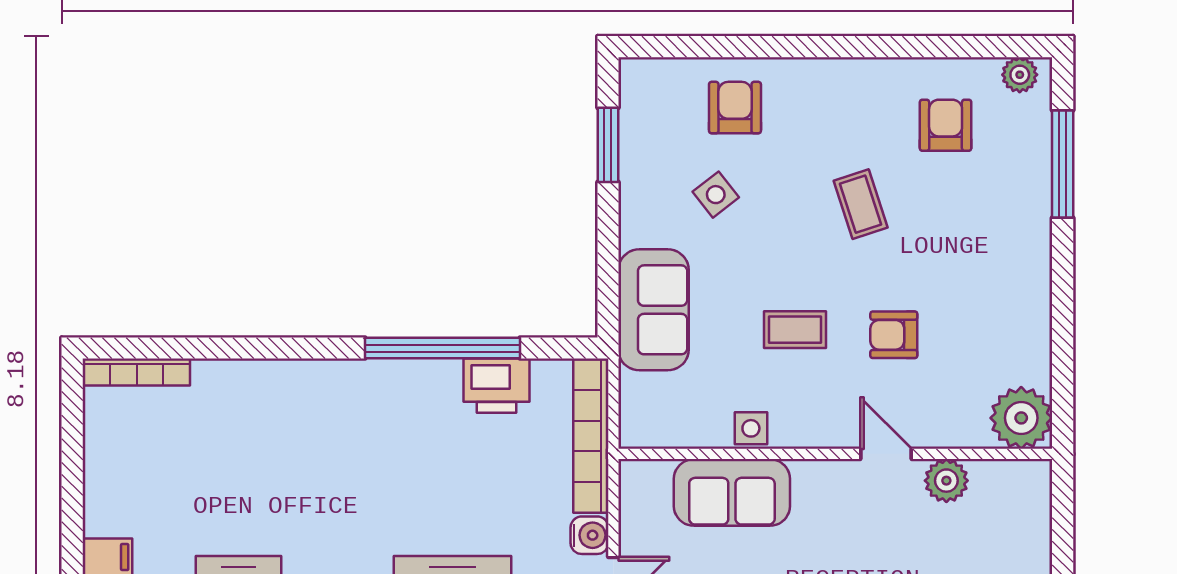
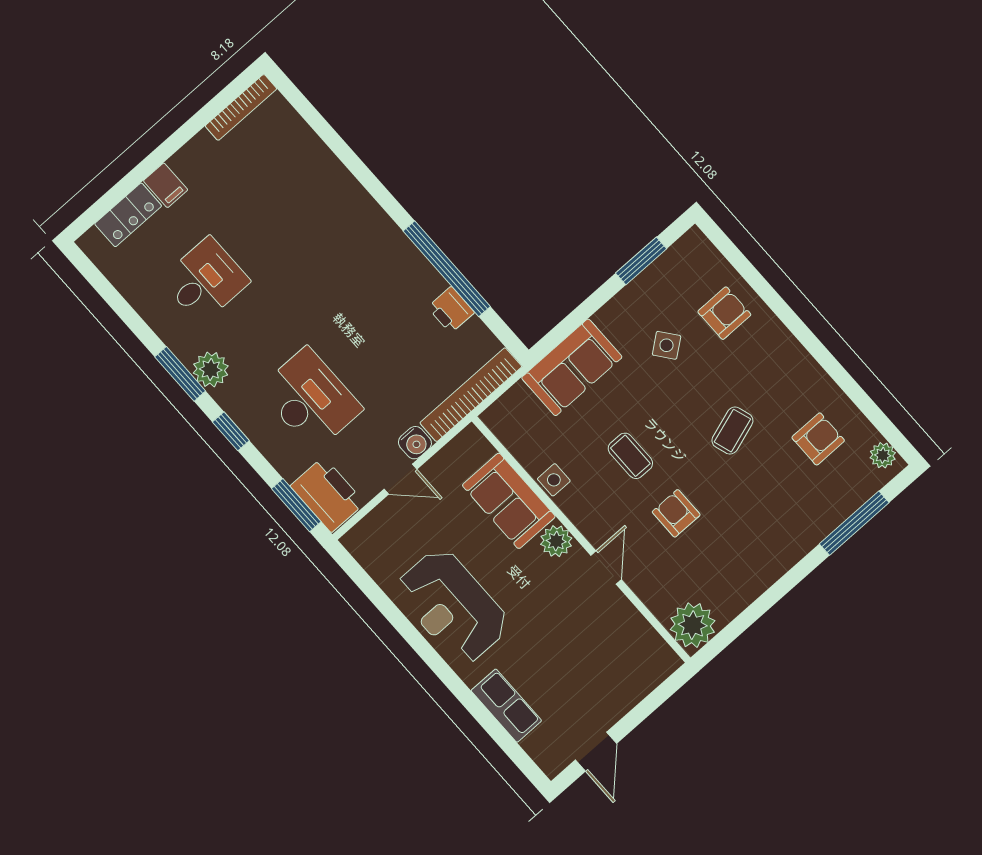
bookcase: (137, 372) -> (241, 107), moved, turned -90
printer: (496, 386) -> (451, 310), width x0.73, depth x0.81
plant: (946, 481) -> (556, 541), moved

